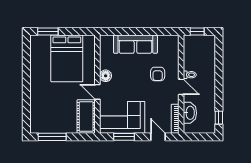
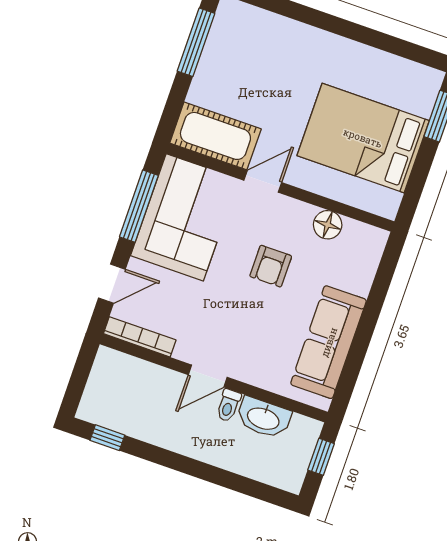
sofa: (135, 44) -> (329, 342), moved
armchair: (158, 74) -> (271, 266), moved, turned -90
floor lamp: (106, 76) -> (328, 225), moved
washbasin: (190, 113) -> (264, 418), moved
window: (124, 137) -> (139, 206), width x1.44

